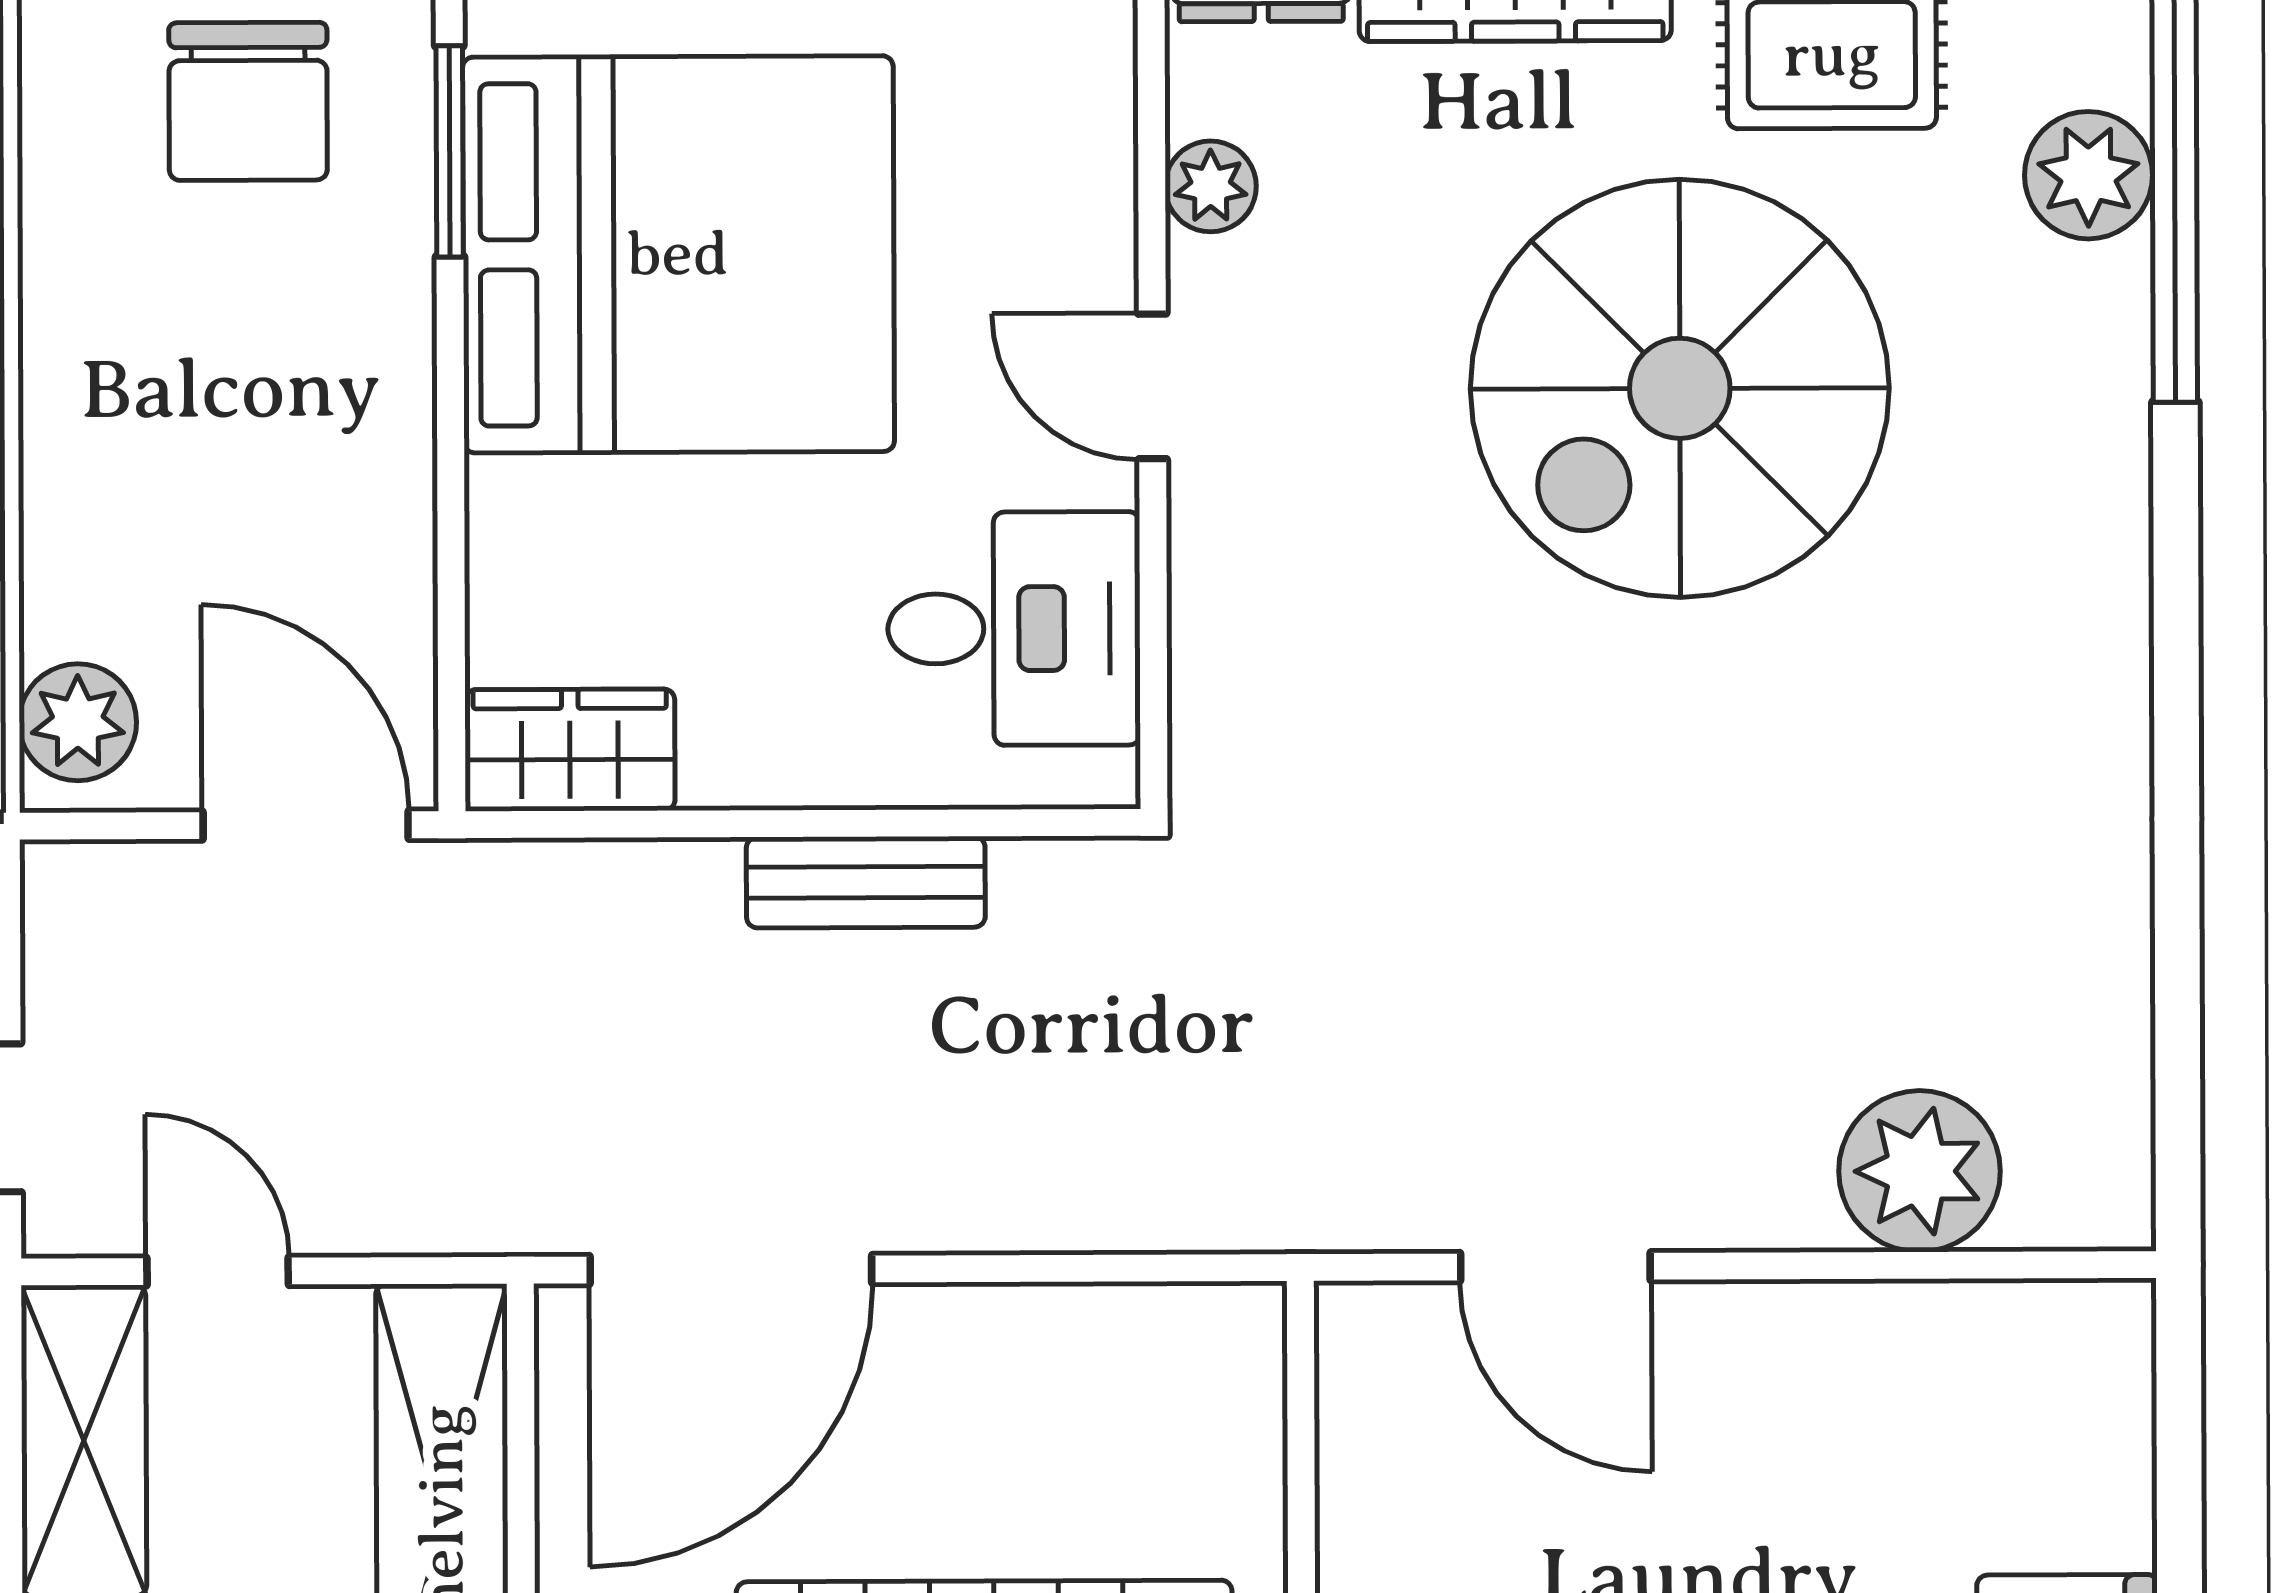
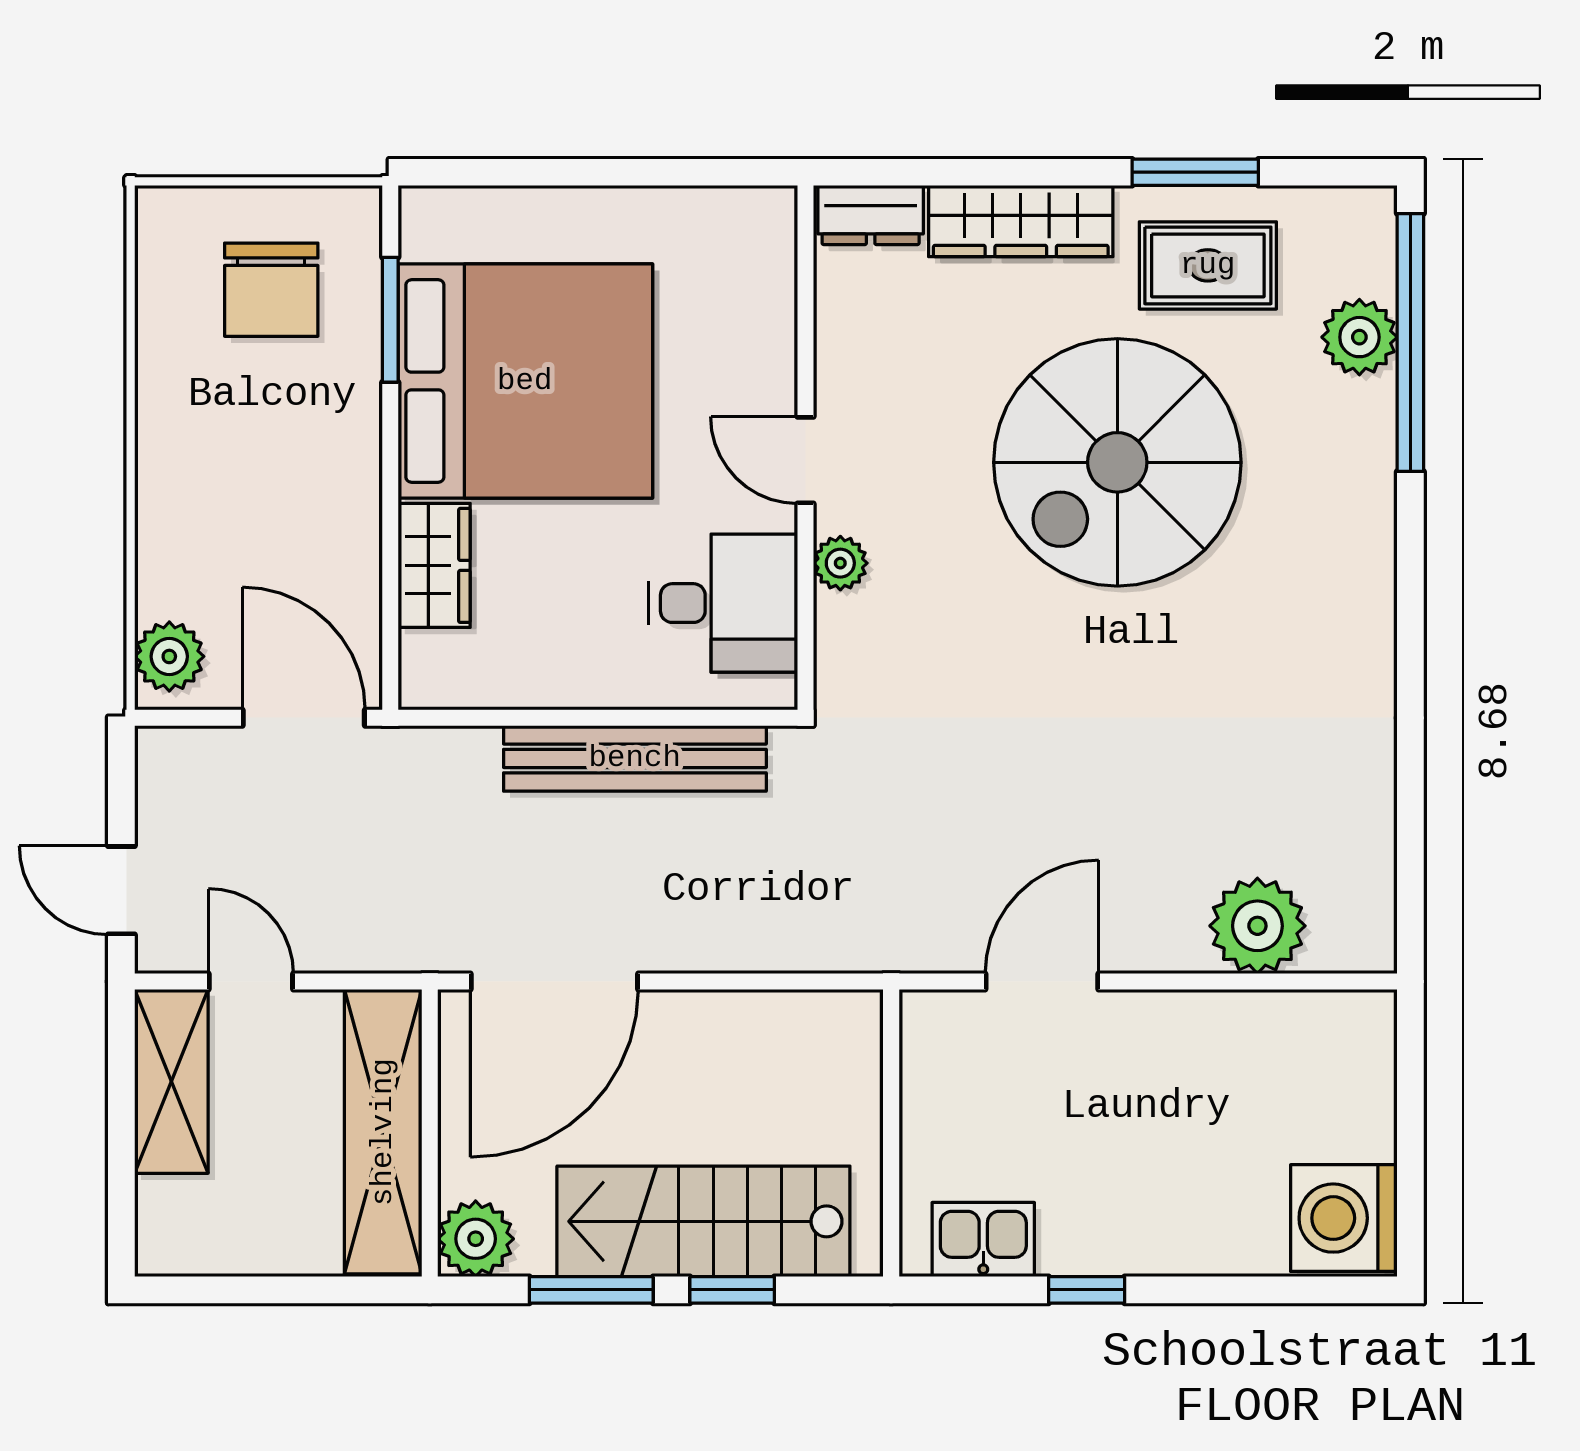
plant: (1211, 186) -> (840, 563), moved
wardrobe: (570, 750) -> (434, 565), moved, turned 90
bench: (866, 882) -> (635, 758), width x1.86, depth x1.21
door: (1555, 1267) -> (1042, 981), swing flipped

